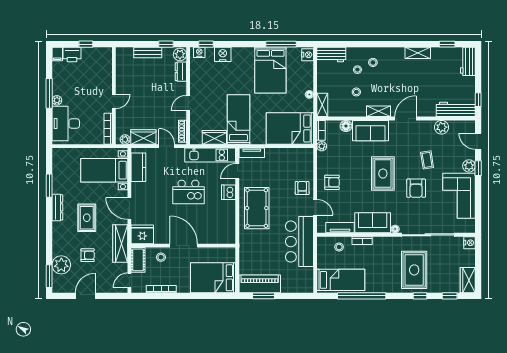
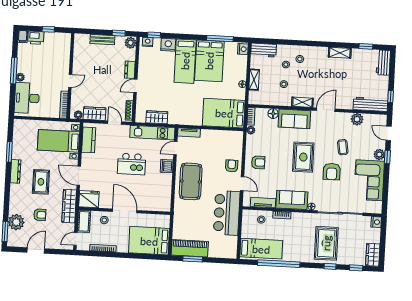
dresser: (181, 72) -> (130, 70), moved
shelving: (322, 105) -> (254, 80), moved
bed: (238, 119) -> (185, 61), moved, turned 180

